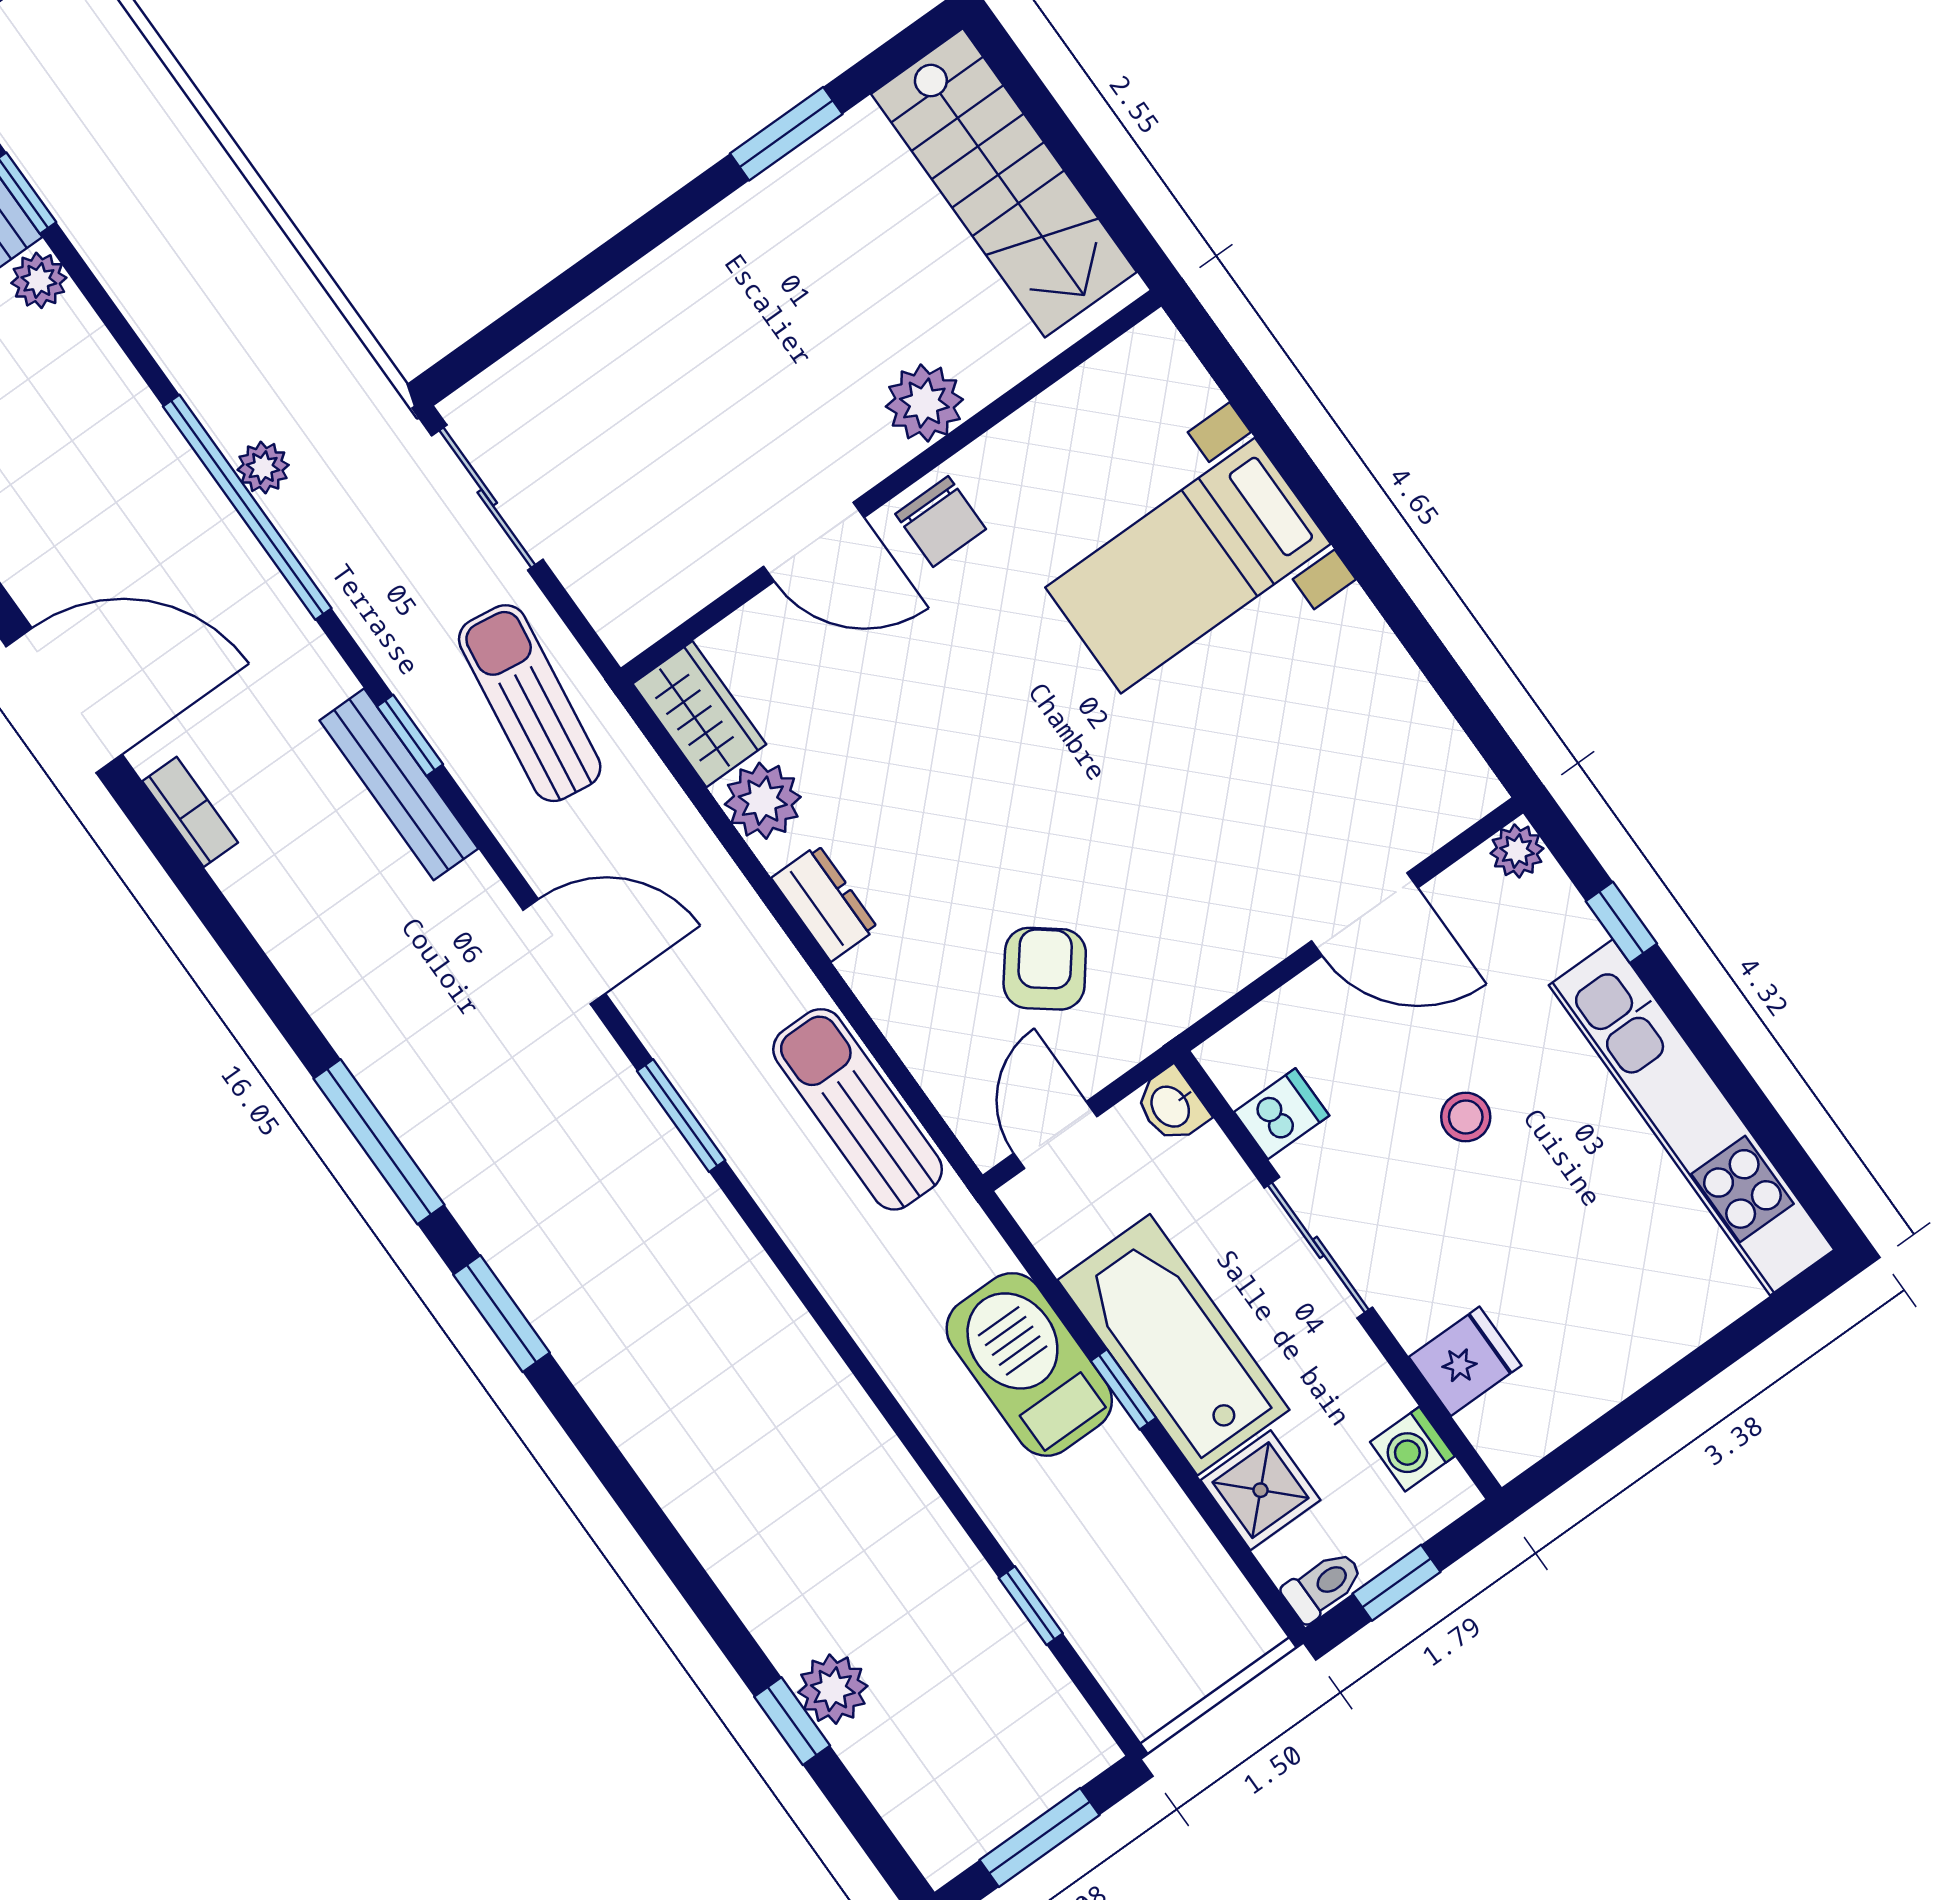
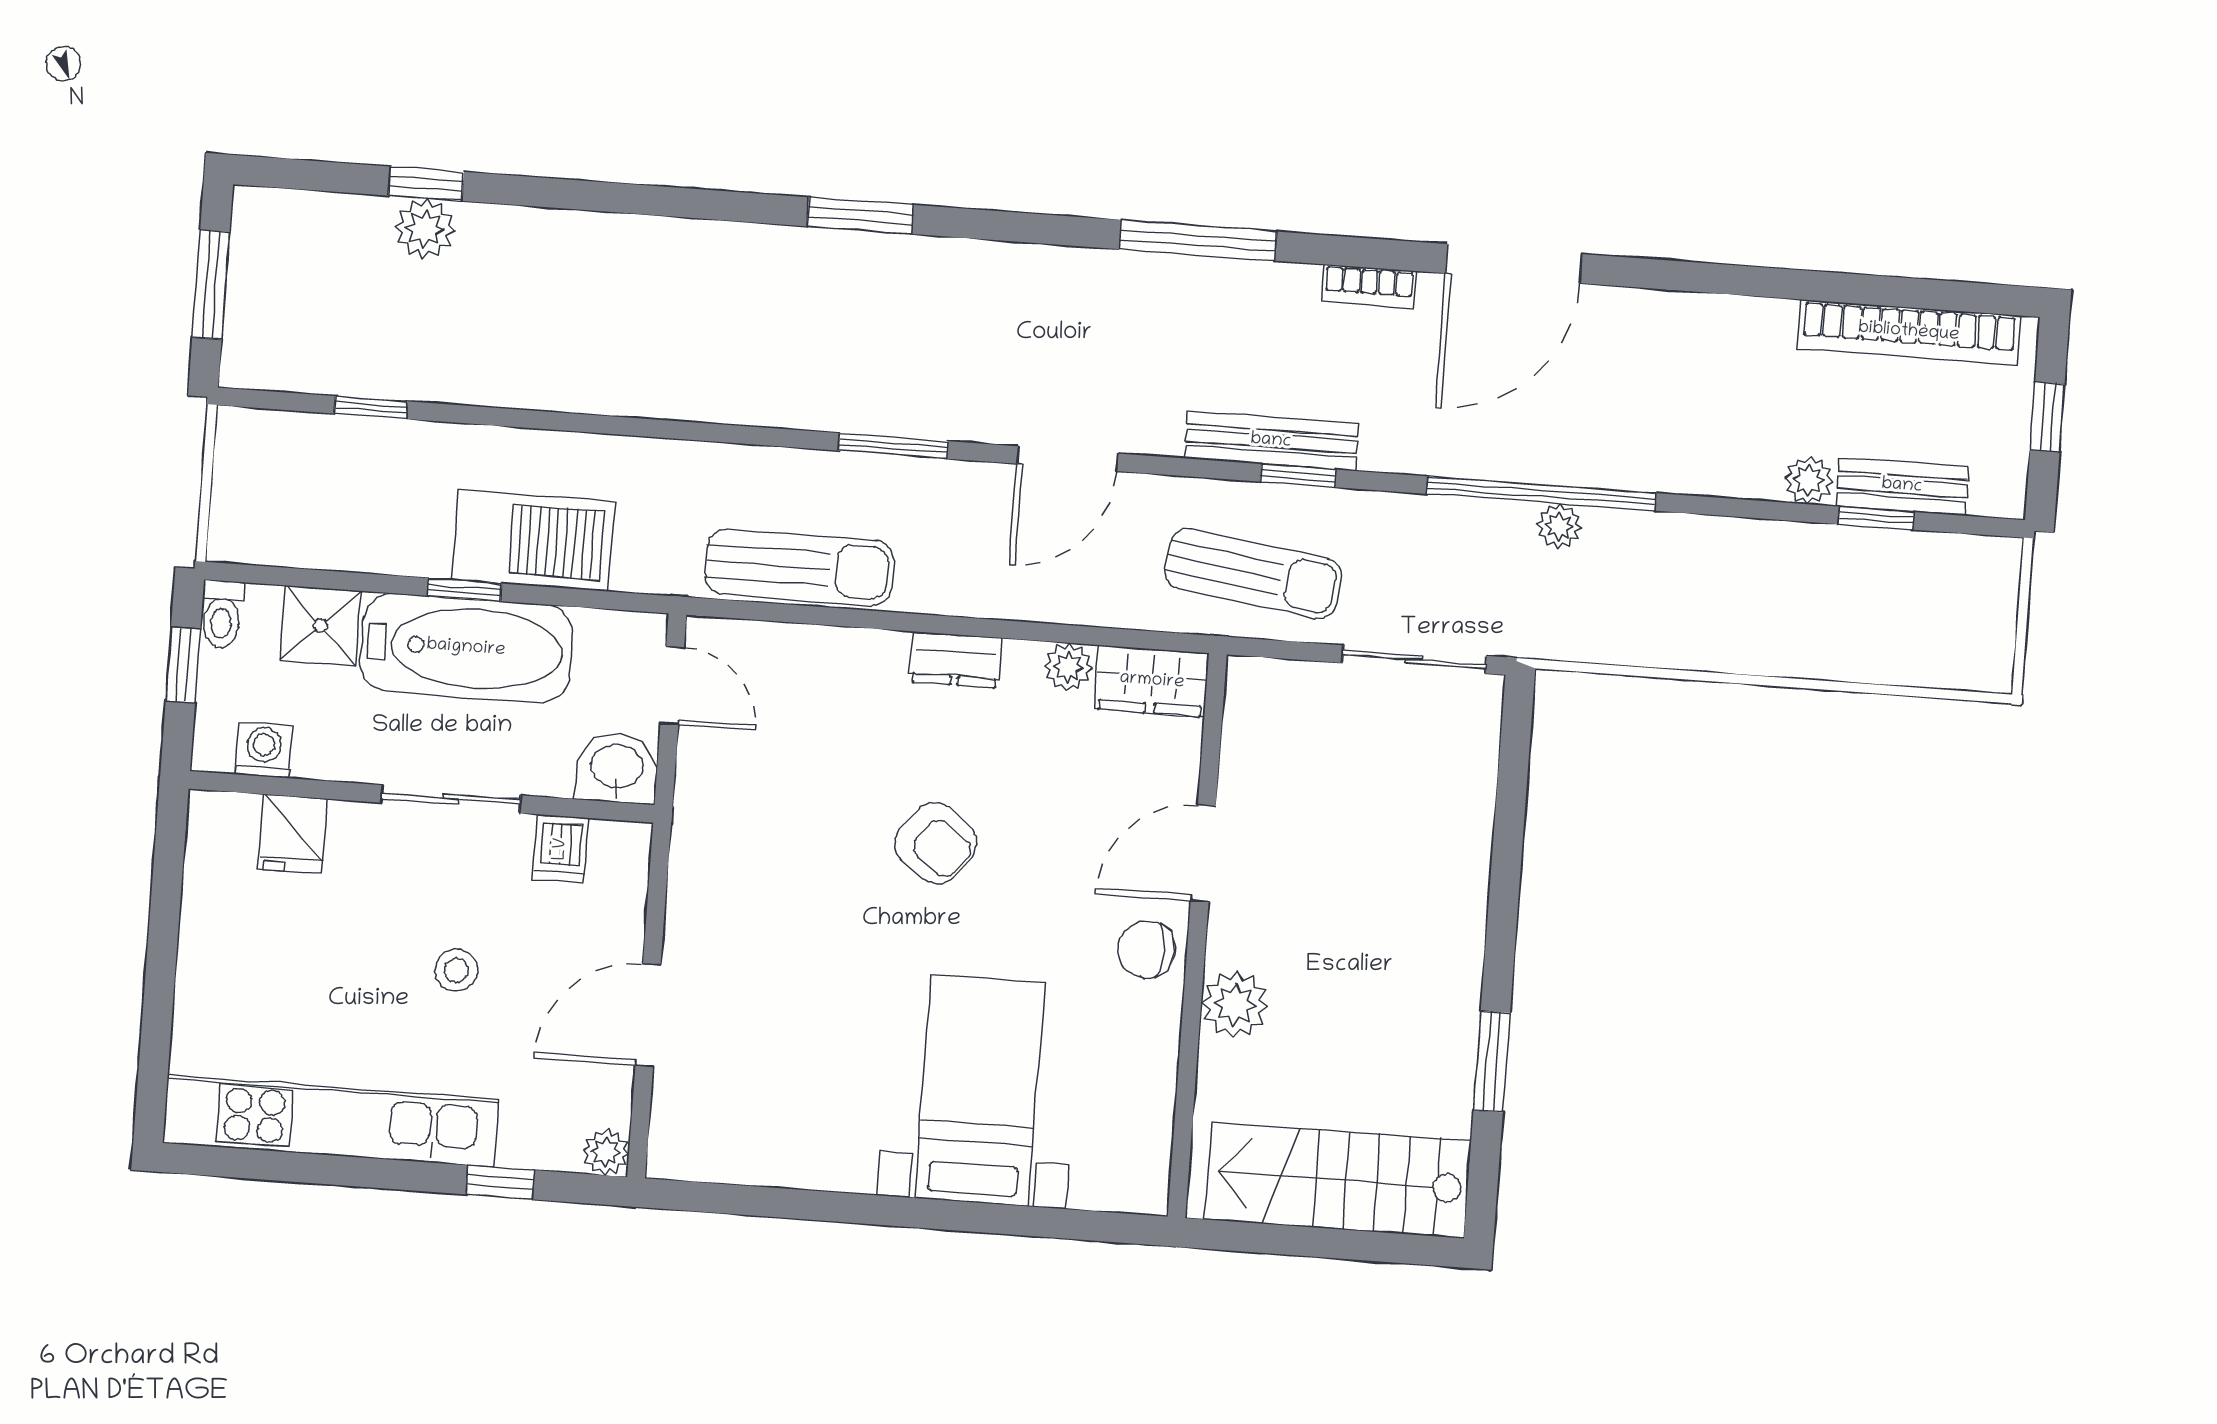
plant: (763, 801) -> (1068, 667), width x0.73, depth x0.73
armchair: (1045, 969) -> (936, 843), moved
washbasin: (1172, 1106) -> (617, 768), width x1.38, depth x1.45
window: (379, 1142) -> (1198, 240), moved

